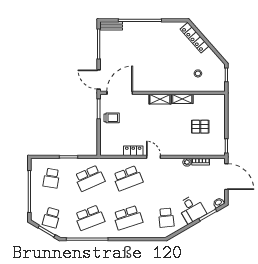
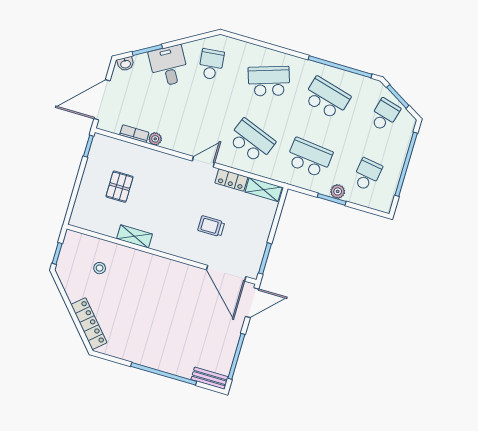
door: (99, 80) -> (252, 303), hinge flipped
door: (120, 93) -> (226, 273), hinge flipped
shelving: (160, 99) -> (264, 190), moved
trolley: (112, 118) -> (211, 226), moved
pallet: (200, 127) -> (120, 187), turned 90
door: (154, 157) -> (203, 162), swing flipped
plant: (66, 163) -> (338, 191), added
door: (226, 177) -> (102, 100), hinge flipped
school desk: (90, 178) -> (309, 158), turned 30
school desk: (128, 178) -> (252, 141), turned 42
school desk: (90, 218) -> (327, 98), turned 36

